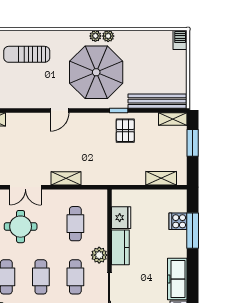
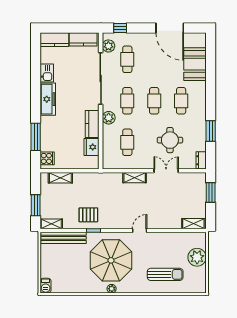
plant: (108, 36) -> (102, 289), removed
pallet: (125, 131) -> (88, 215), turned 90
cooker: (178, 221) -> (47, 158), moved

